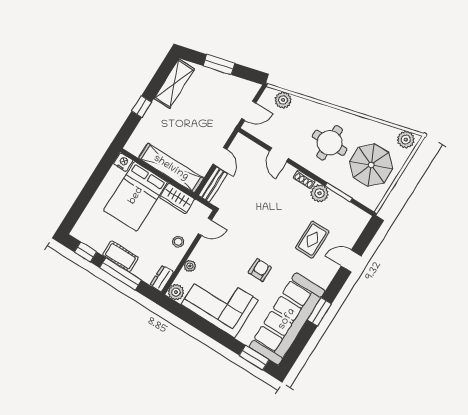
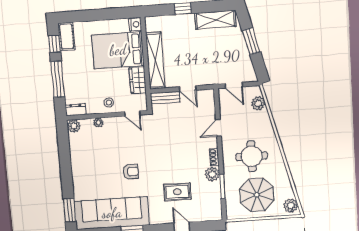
door: (220, 157) -> (188, 89), hinge flipped
cot: (120, 256) -> (67, 36), moved
corner sofa: (220, 302) -> (89, 160), removed

